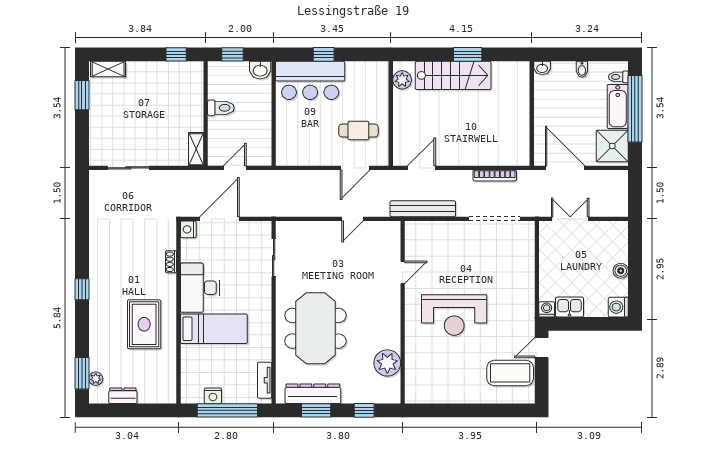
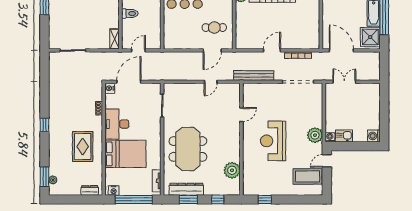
door: (421, 168) -> (272, 50), moved
boiler: (621, 271) -> (375, 114), removed
plant: (522, 306) -> (315, 135), added
reception desk: (454, 315) -> (273, 141), turned 90
bed: (214, 329) -> (125, 154), width x1.50
dresser: (123, 396) -> (90, 190), moved
nightstand: (213, 396) -> (114, 190), moved
window: (441, 410) -> (265, 199), added

